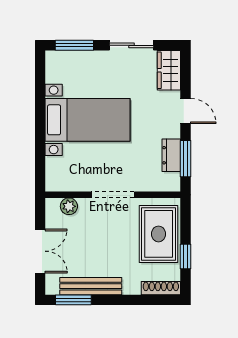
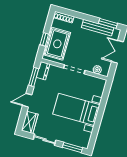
door: (186, 111) -> (27, 100), hinge flipped
dresser: (171, 155) -> (43, 71), moved
window: (186, 256) -> (44, 39), moved

